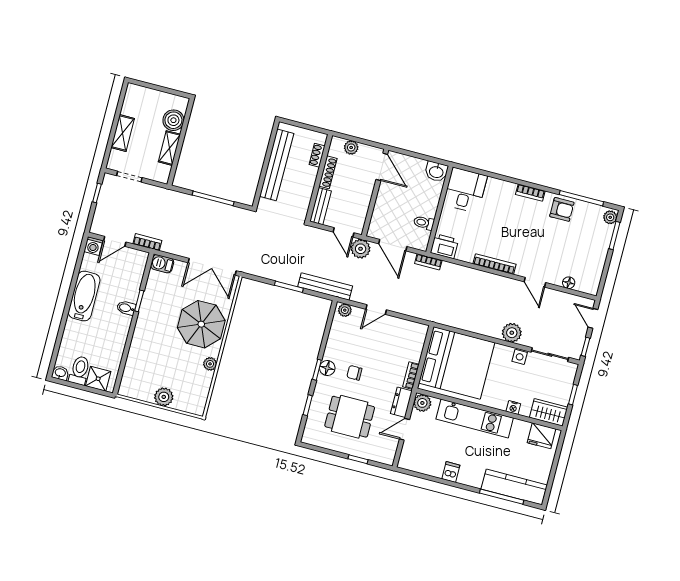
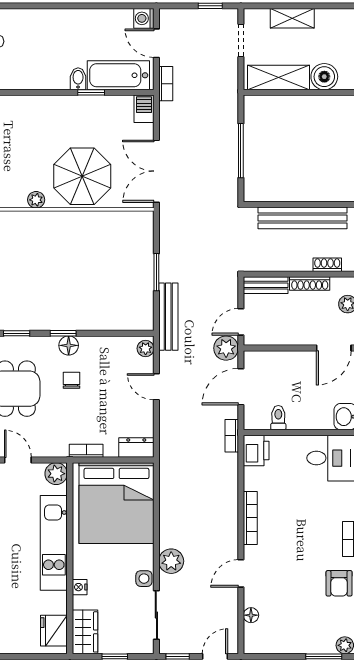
shelving: (169, 148) -> (278, 78), width x1.50, depth x1.33
bathtub: (84, 296) -> (118, 75), moved, turned 180
dresser: (401, 402) -> (136, 448), moved

